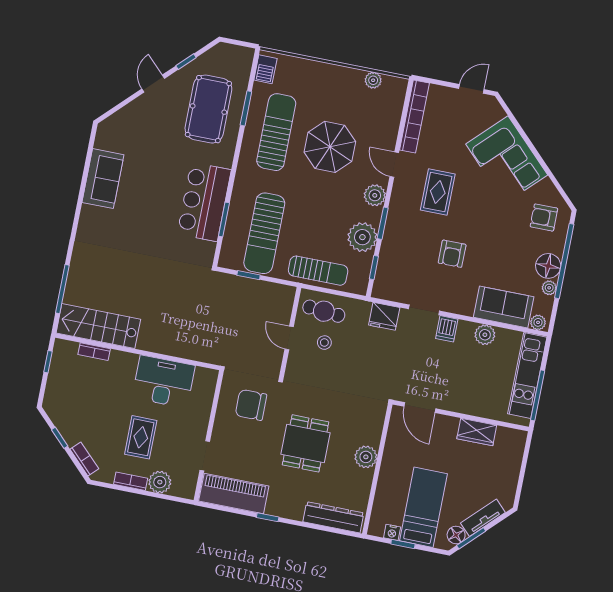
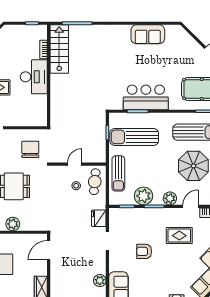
dishwasher: (447, 329) -> (99, 257), removed
desk: (164, 382) -> (34, 77), moved

